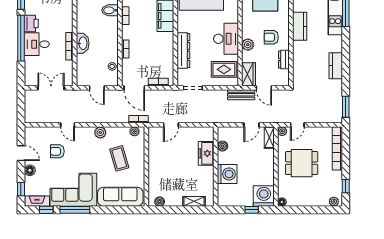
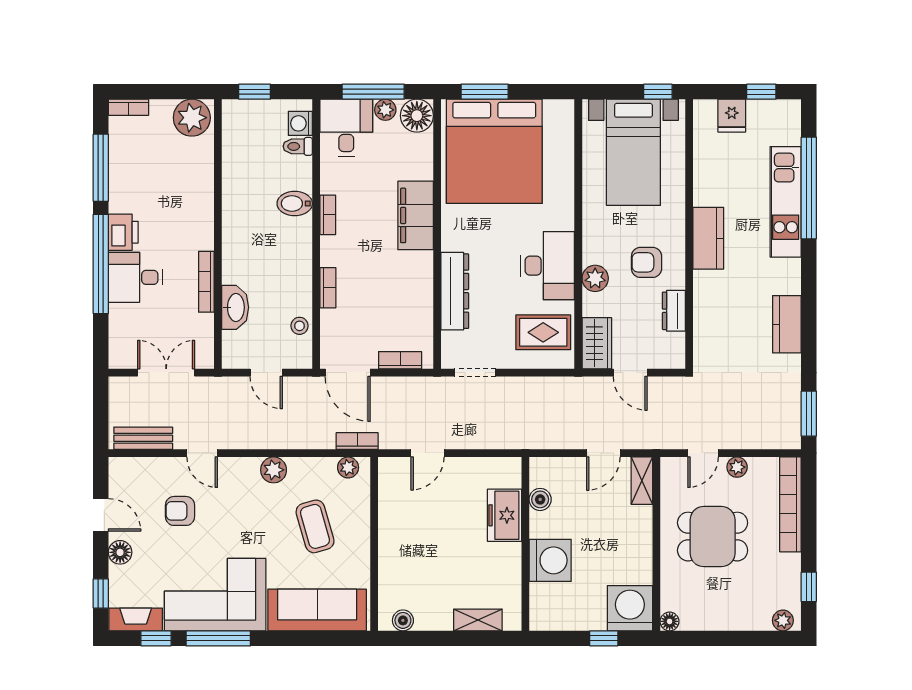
washbasin: (83, 43) -> (235, 307), moved
bench: (241, 95) -> (143, 438), moved
plant: (282, 131) -> (737, 467), moved

